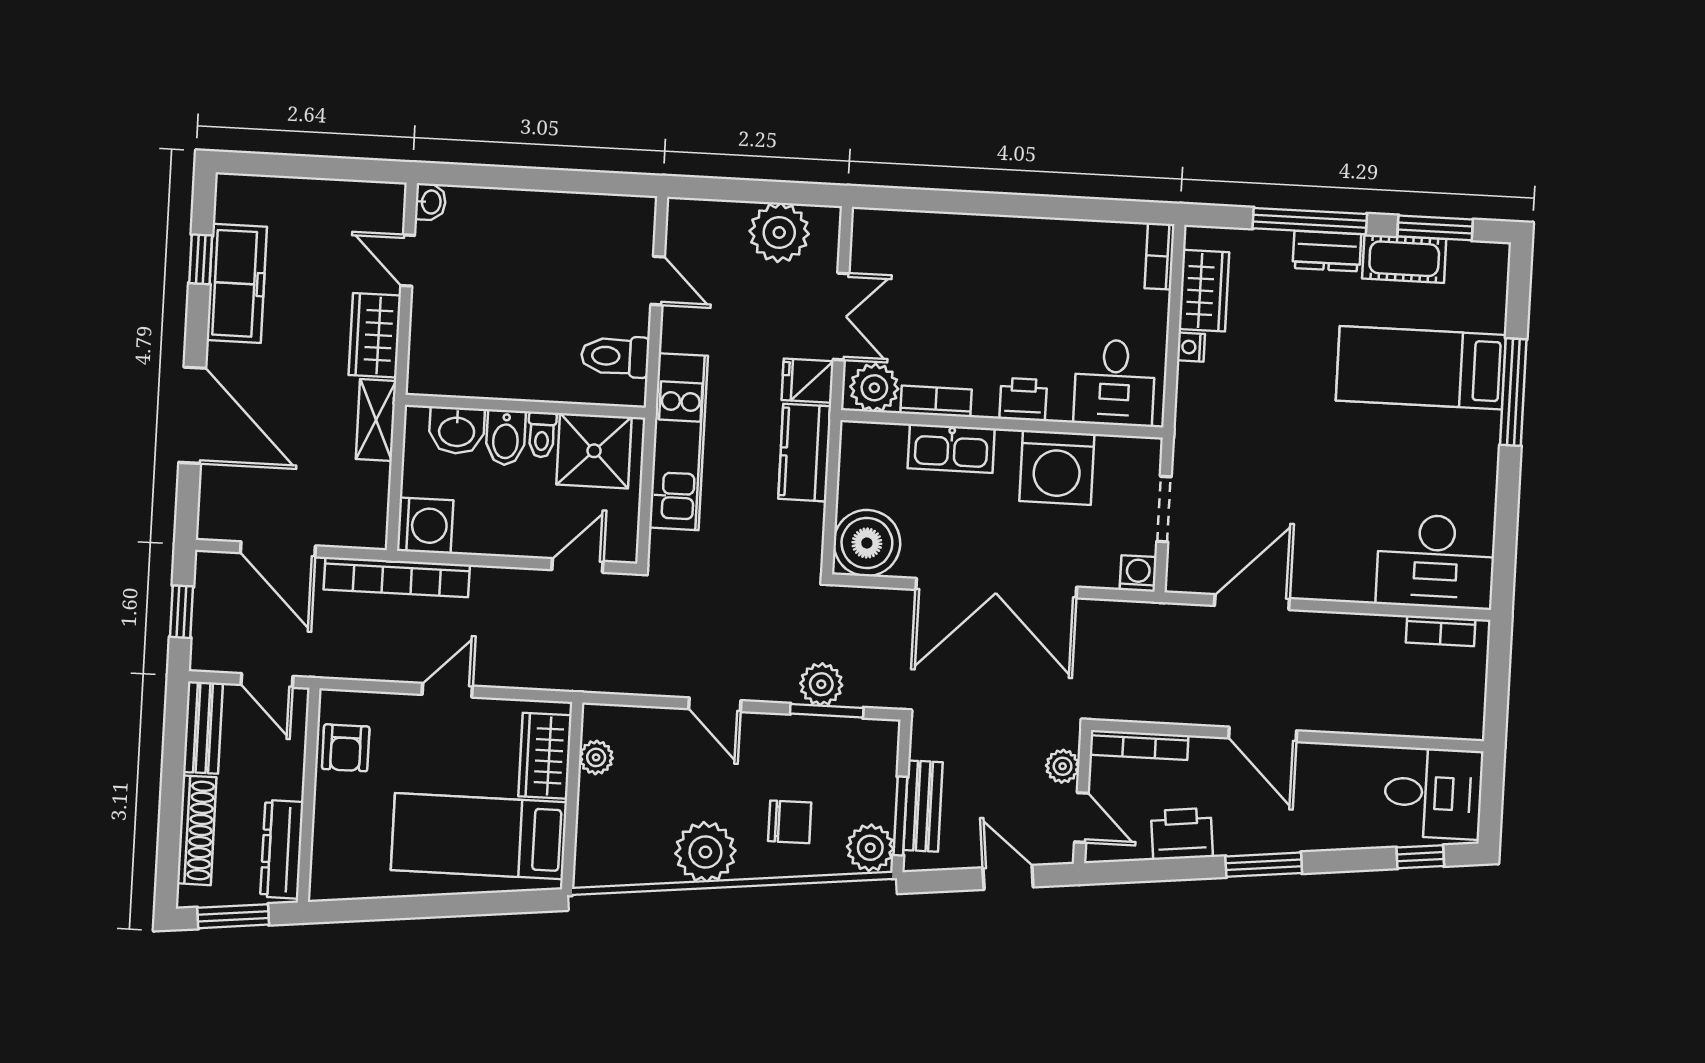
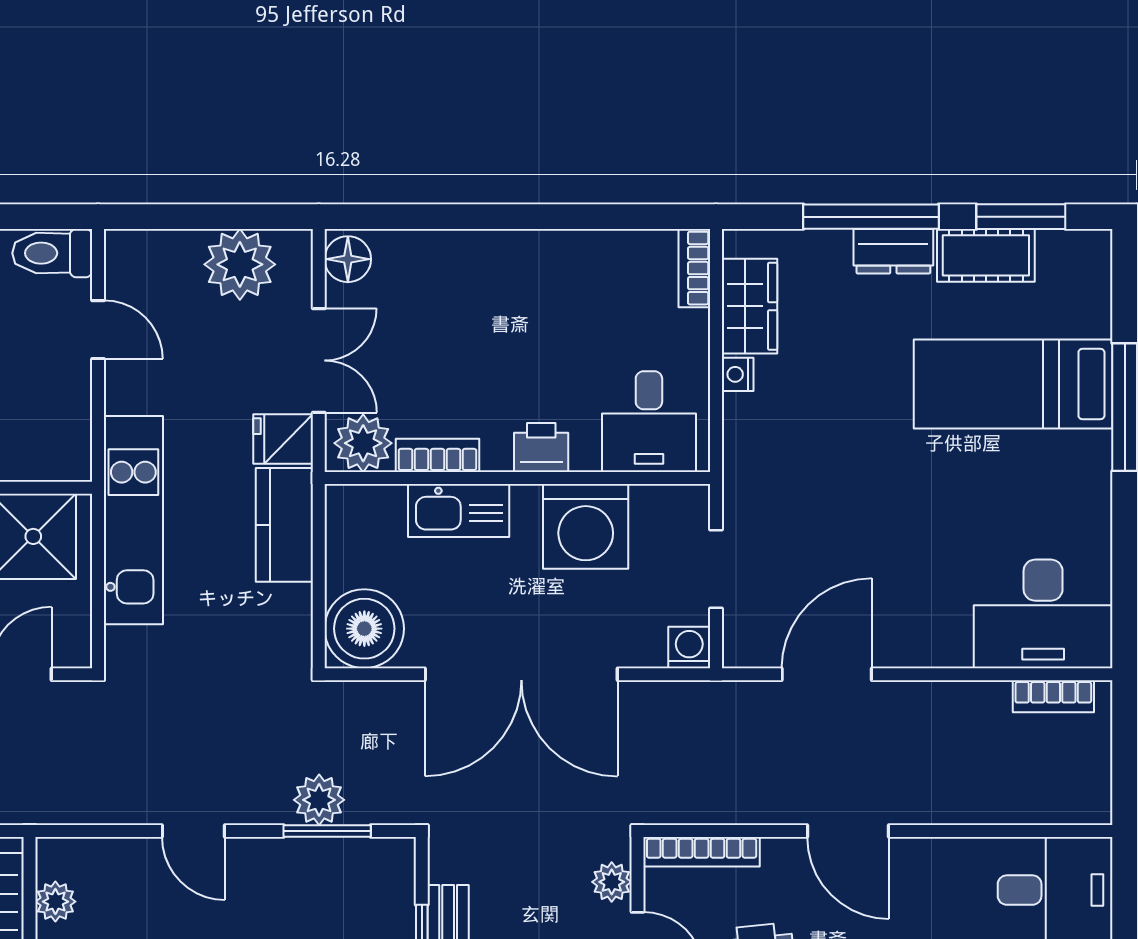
floor lamp: (870, 233) -> (348, 259), added
toilet: (615, 356) -> (52, 253), moved

